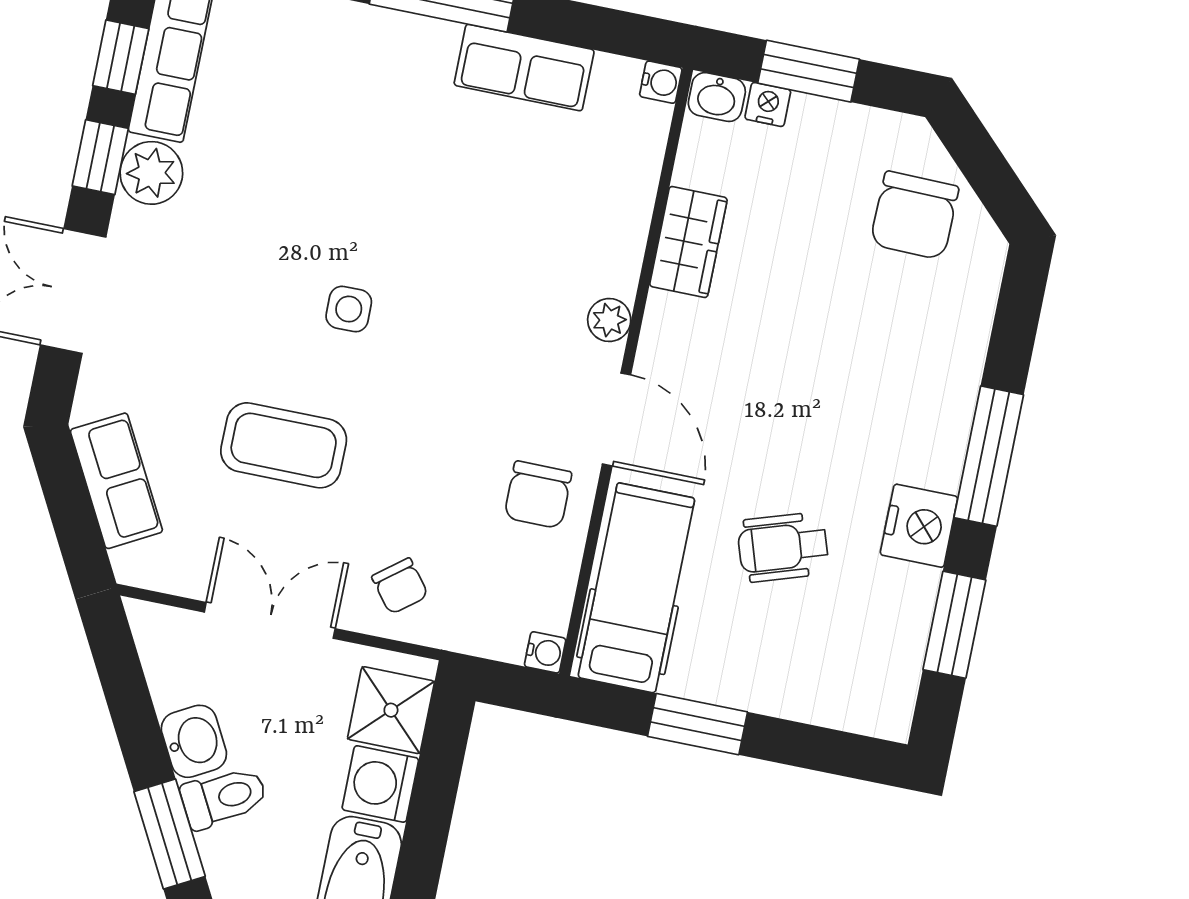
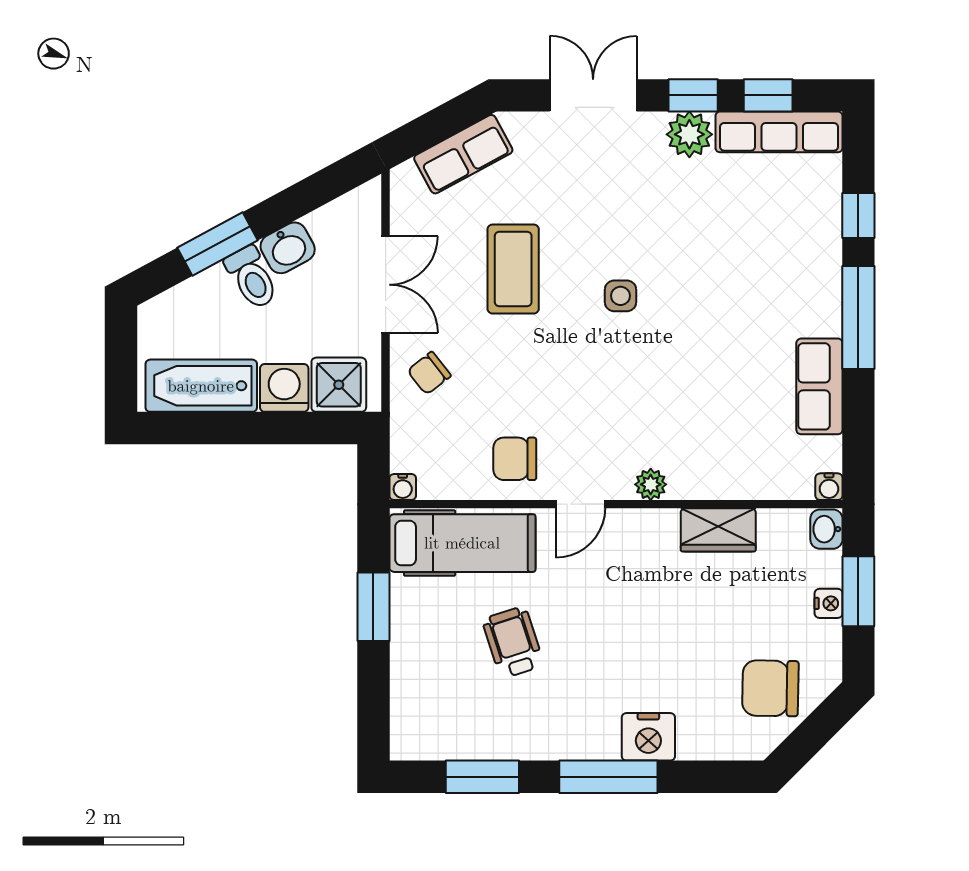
nightstand: (768, 104) -> (829, 603), moved
door: (616, 419) -> (580, 504), width x0.73
nightstand: (919, 526) -> (648, 737), moved

